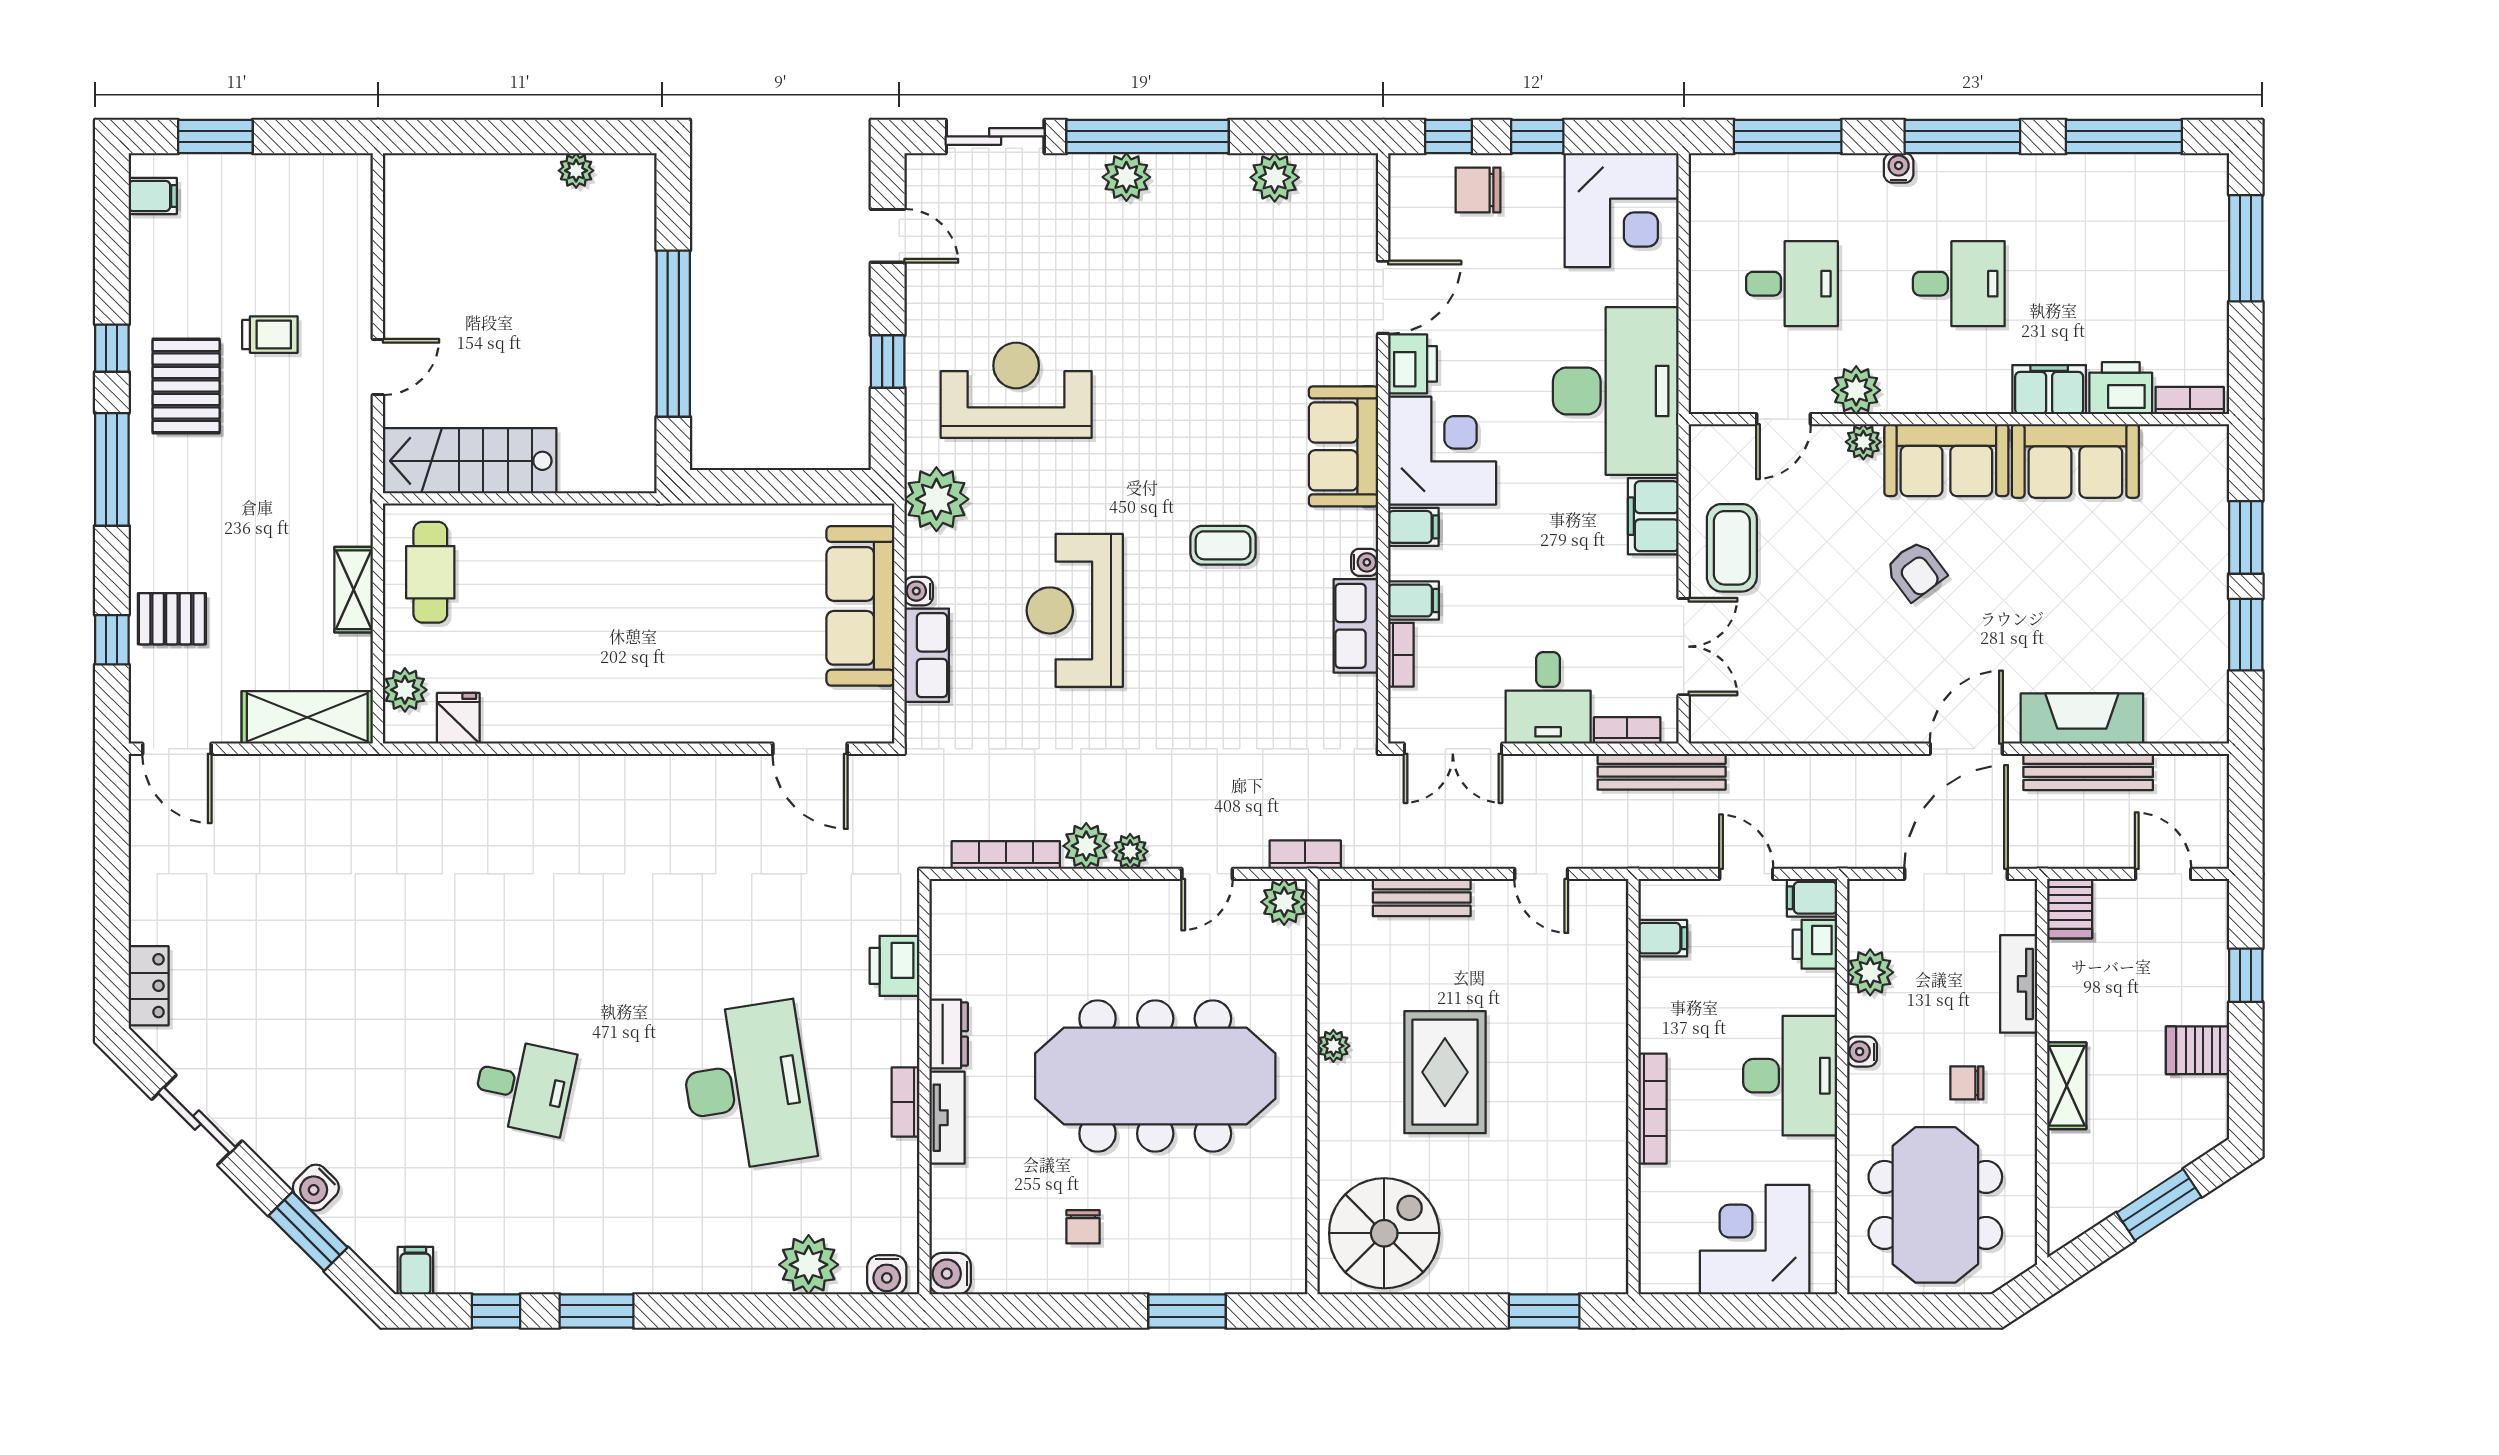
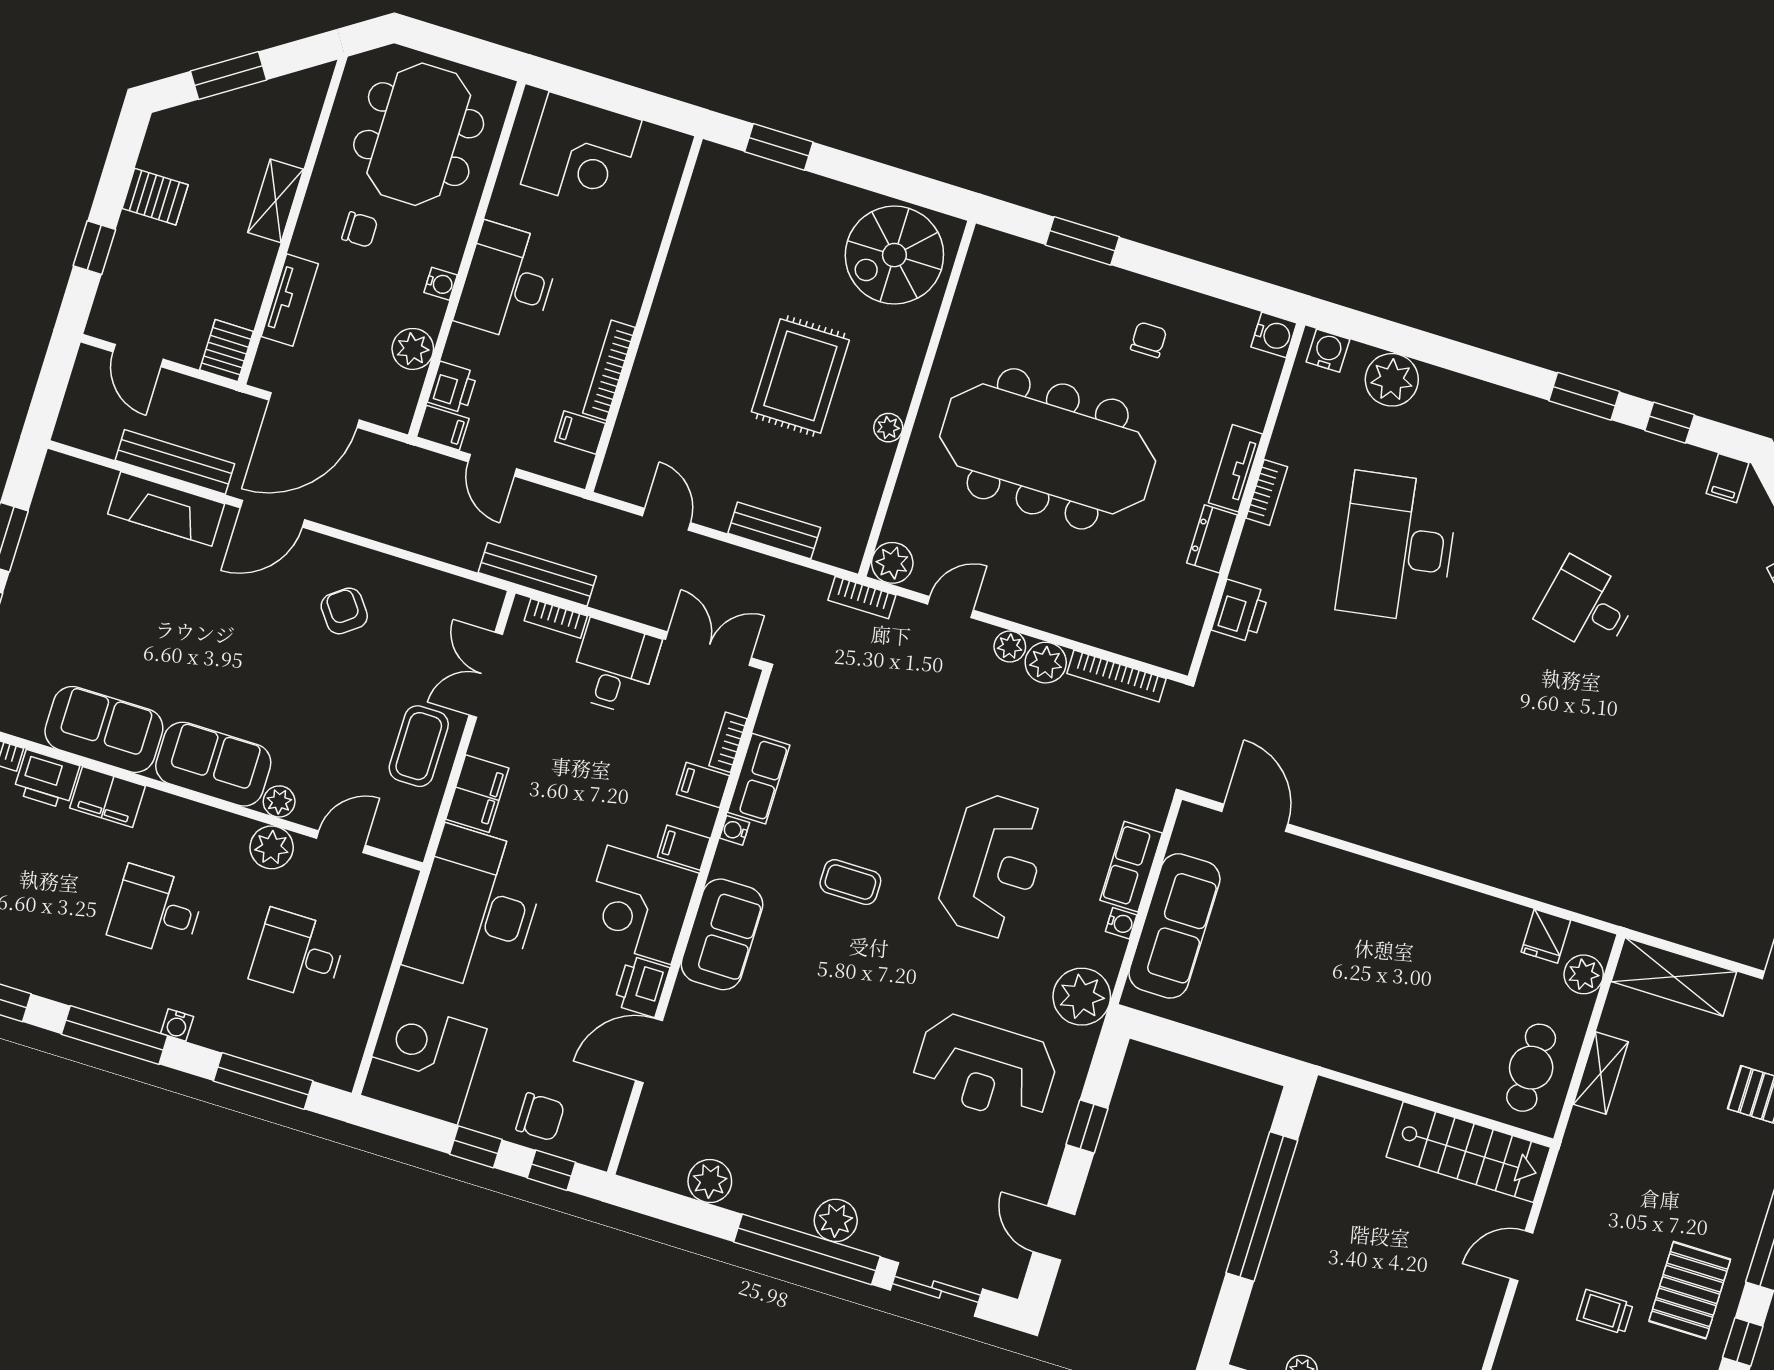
armchair: (1916, 571) -> (344, 611), moved
bookcase: (1653, 1109) -> (609, 370), moved

